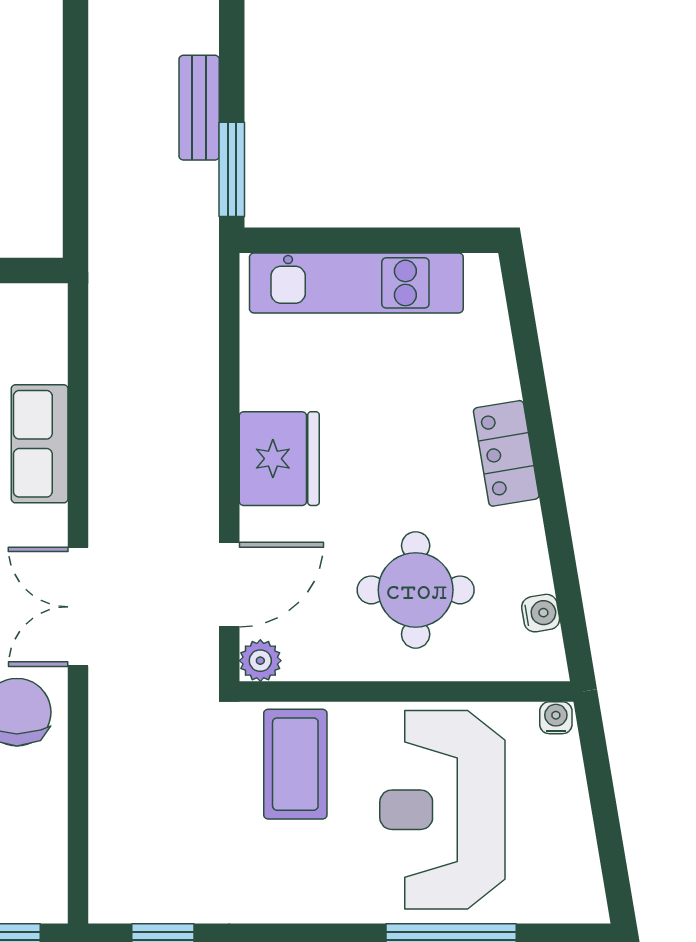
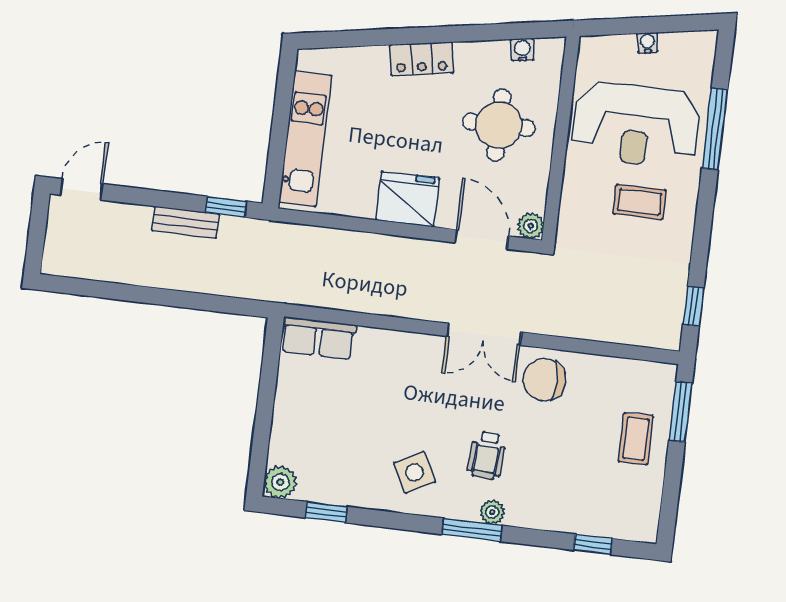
window: (232, 169) -> (226, 207), width x0.67
row of seats: (40, 444) -> (318, 338), moved
water cooler: (556, 718) -> (648, 43), moved, turned 80
coffee table: (295, 764) -> (640, 202), moved, width x0.73, depth x0.77

